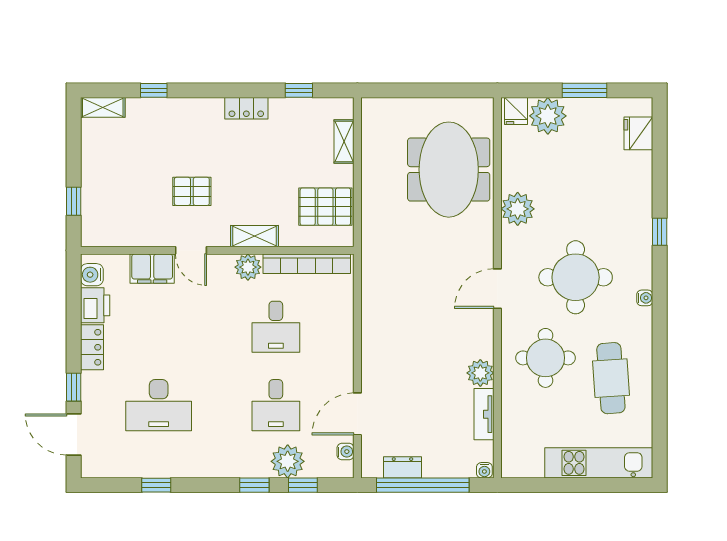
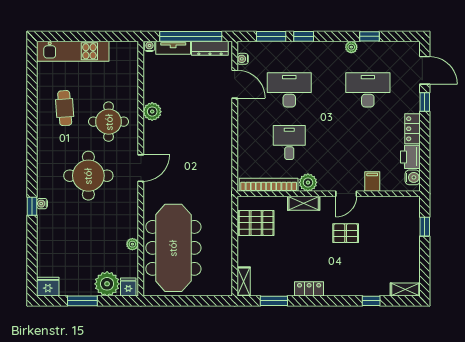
window: (299, 90) -> (274, 301), width x1.50
fridge: (638, 133) -> (48, 287), moved, turned -90
shelving: (344, 141) -> (244, 282), moved
meeting table: (449, 170) -> (173, 248), width x1.36
plant: (518, 209) -> (132, 244), moved, width x0.53, depth x0.53
door: (191, 250) -> (346, 194), swing flipped
filing cabinet: (152, 269) -> (372, 182), width x0.50
water cooler: (645, 298) -> (42, 204), moved
cafe table: (611, 378) -> (65, 108), width x0.73, depth x0.74
desk: (276, 405) -> (289, 90), width x1.37
door: (357, 414) -> (235, 84), hinge flipped
tv unit: (484, 414) -> (173, 48), moved, turned 90
plant: (288, 461) -> (351, 47), moved, width x0.53, depth x0.53
dresser: (402, 467) -> (210, 48), width x1.44
window: (303, 485) -> (271, 36), width x1.50

